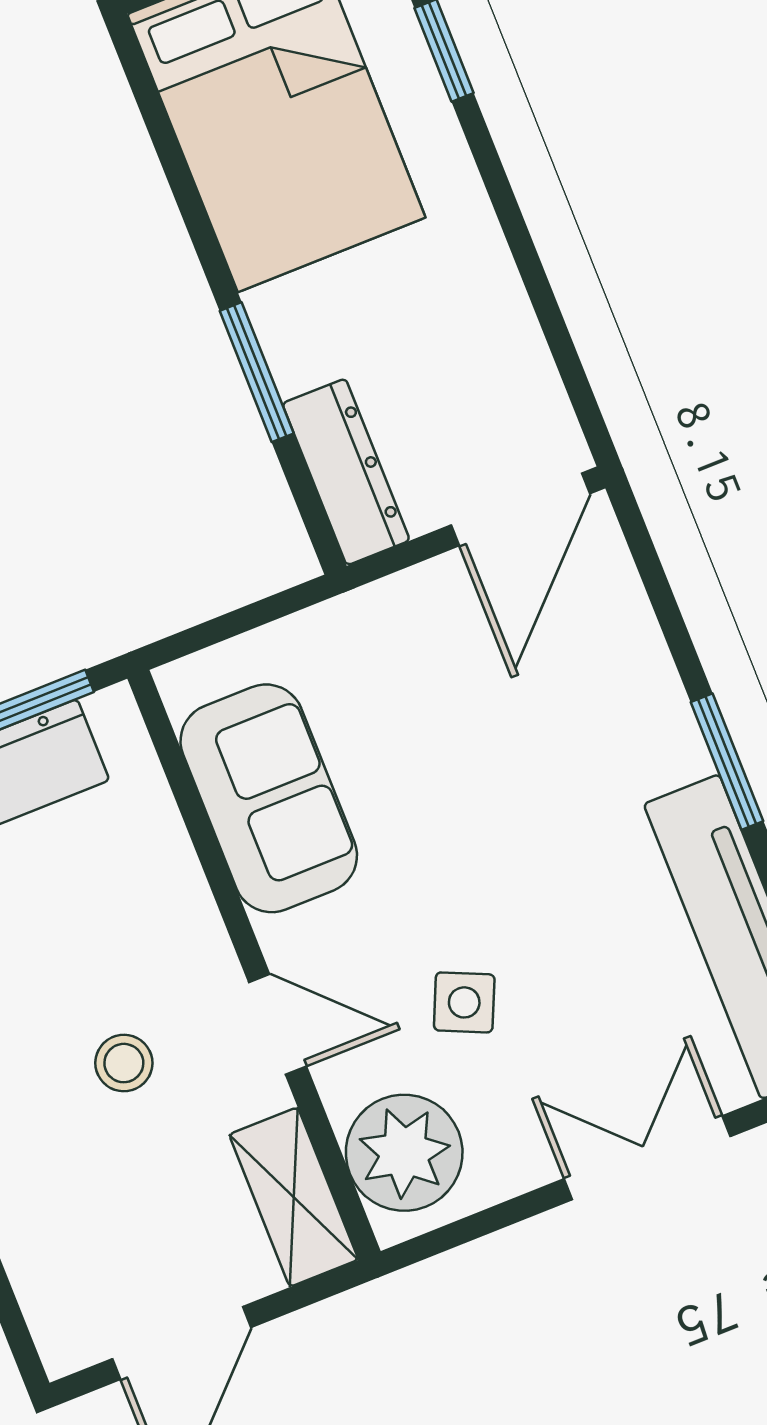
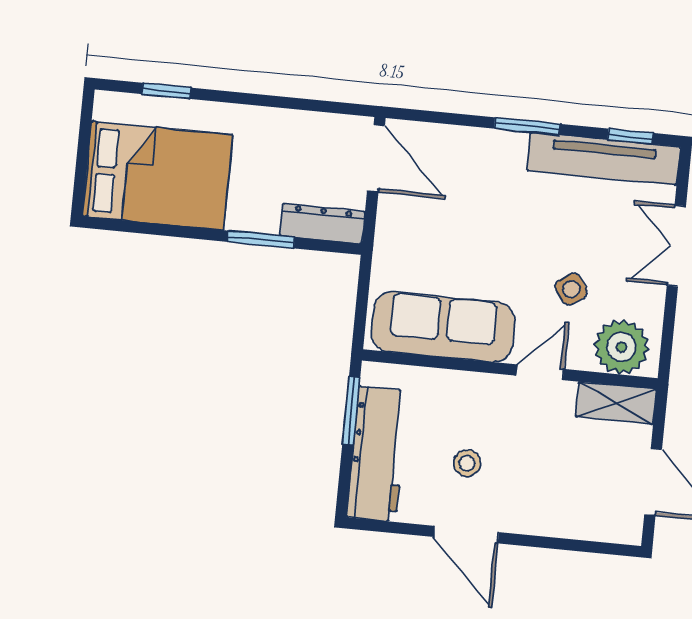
sofa: (269, 798) -> (443, 327), width x1.36
side table: (464, 1002) -> (571, 289), turned 31
stool: (124, 1063) -> (467, 463), moved

